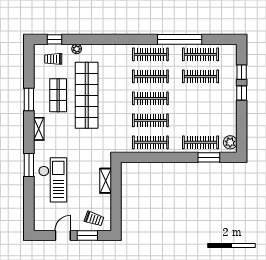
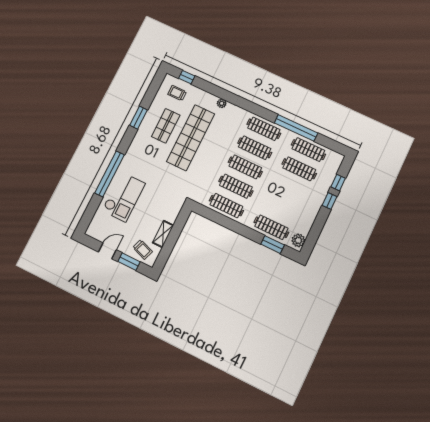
plant: (77, 49) -> (222, 103), moved
shelving: (39, 129) -> (134, 147), removed
window: (29, 165) -> (110, 174), width x2.11
shelving: (106, 181) -> (163, 234), moved

